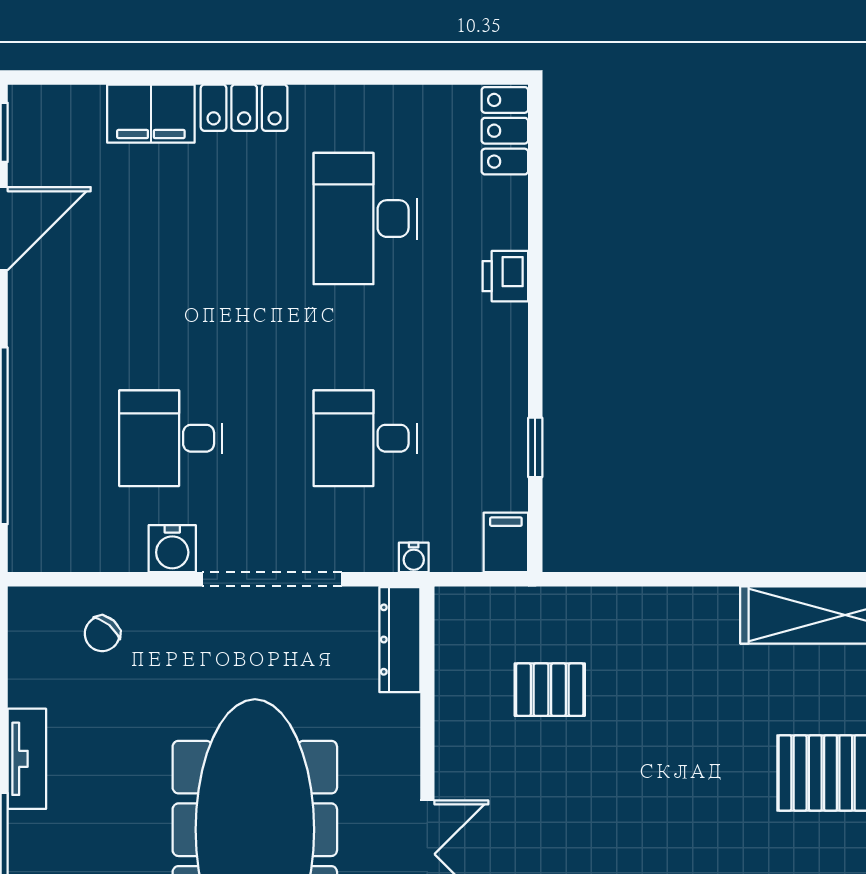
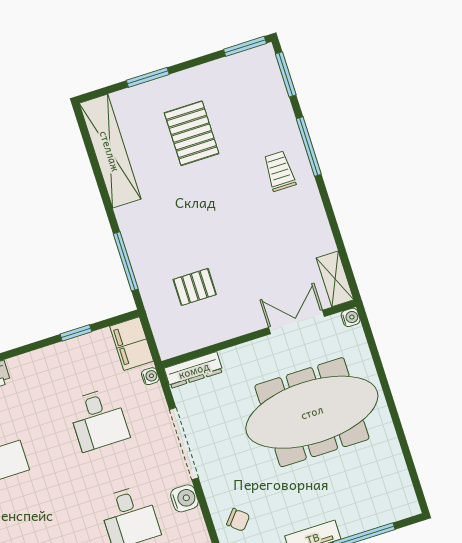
filing cabinet: (506, 542) -> (132, 344), width x2.00
window: (636, 579) -> (126, 261), added
pallet: (550, 690) -> (195, 287), turned 90

